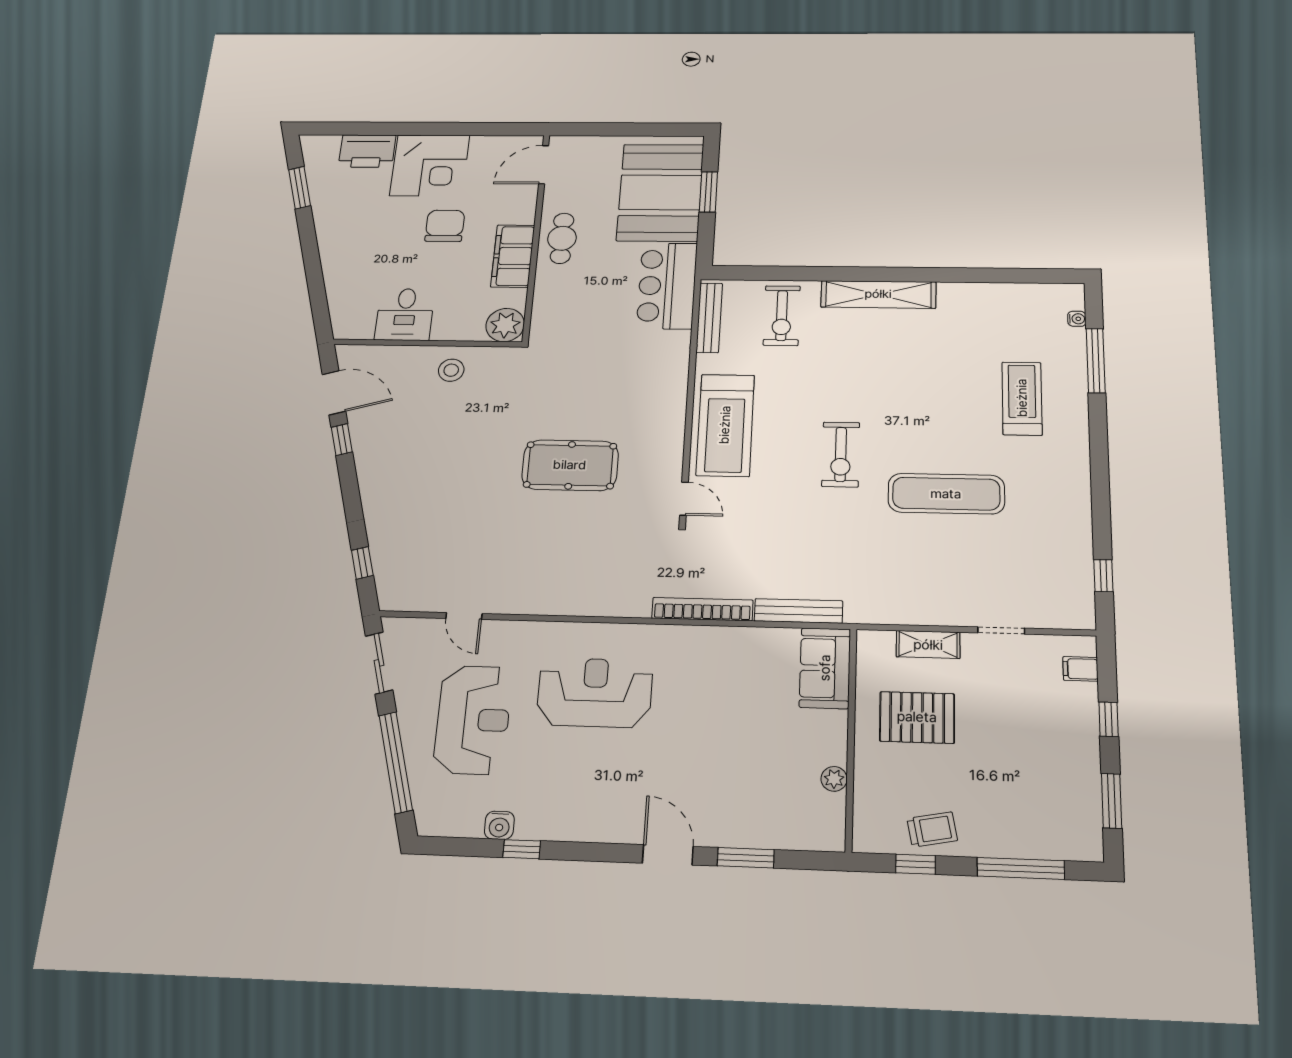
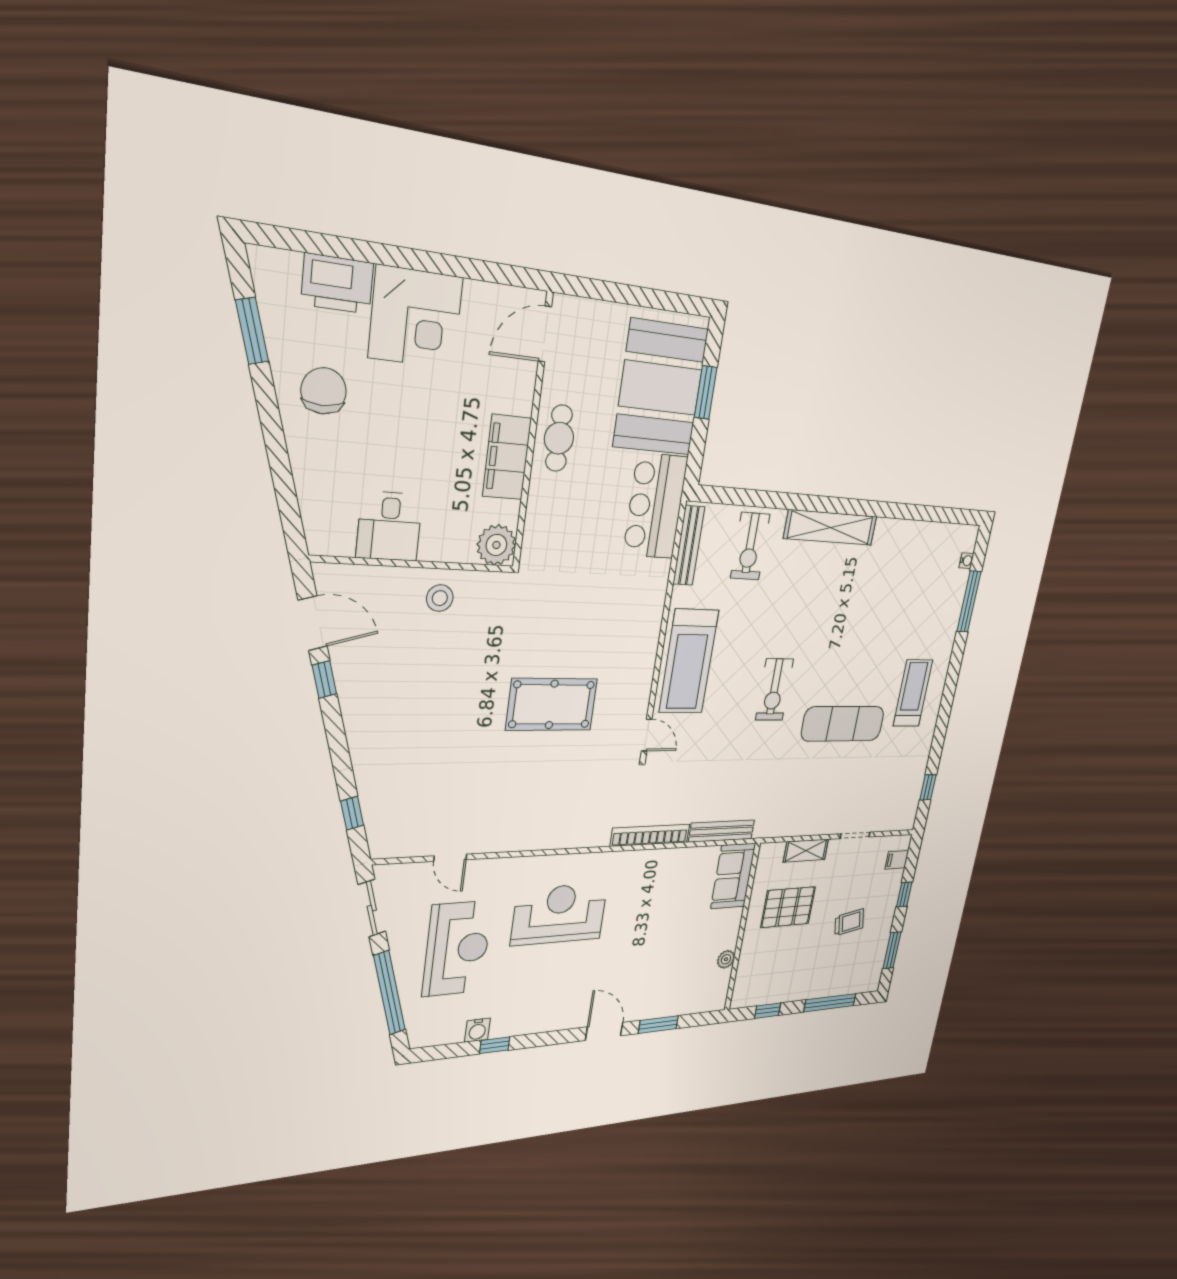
chair: (445, 226) -> (324, 391), moved
treadmill: (1022, 398) -> (913, 693), moved
trolley: (932, 829) -> (849, 922), moved

